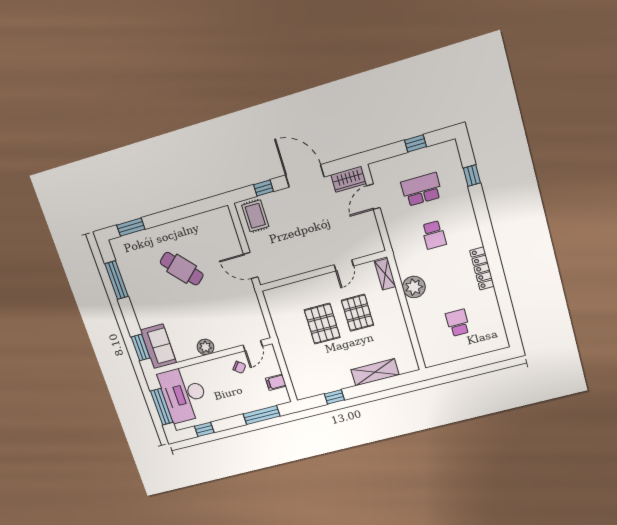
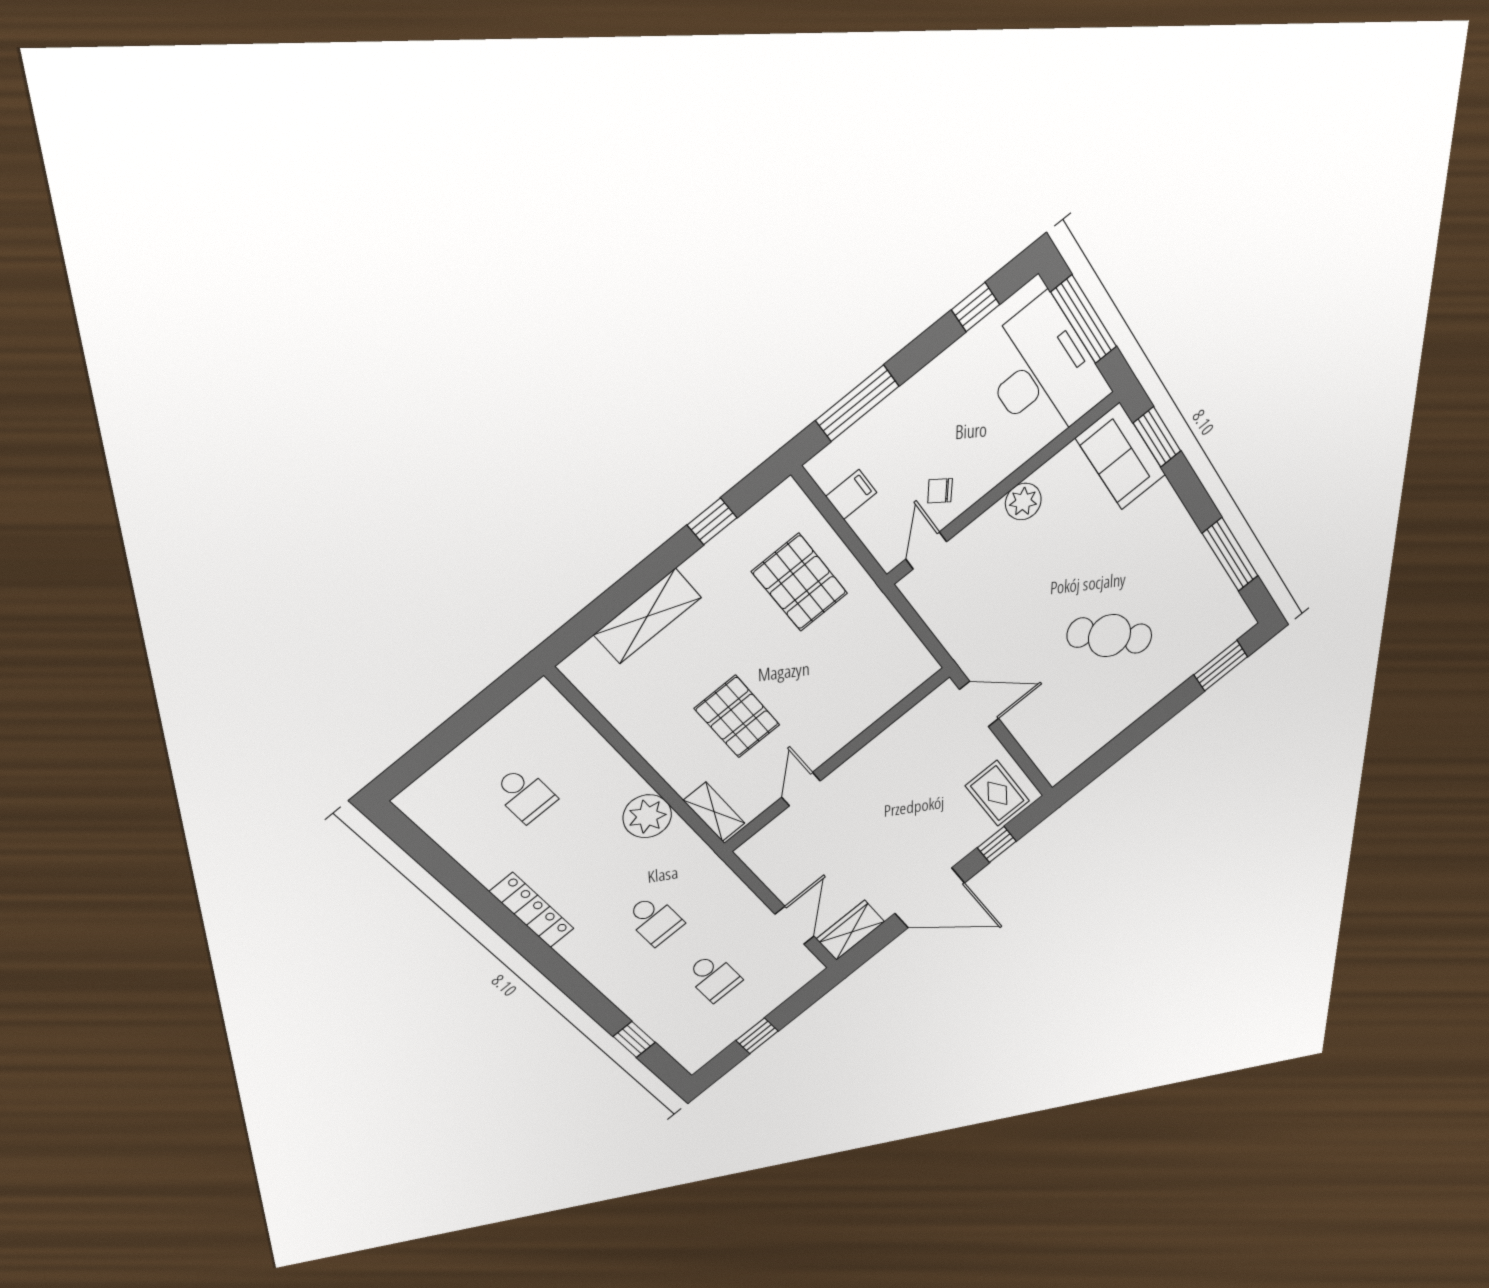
school desk: (421, 189) -> (713, 977), width x0.54
school desk: (434, 235) -> (654, 920), turned 180
pallet: (322, 324) -> (800, 583), moved

